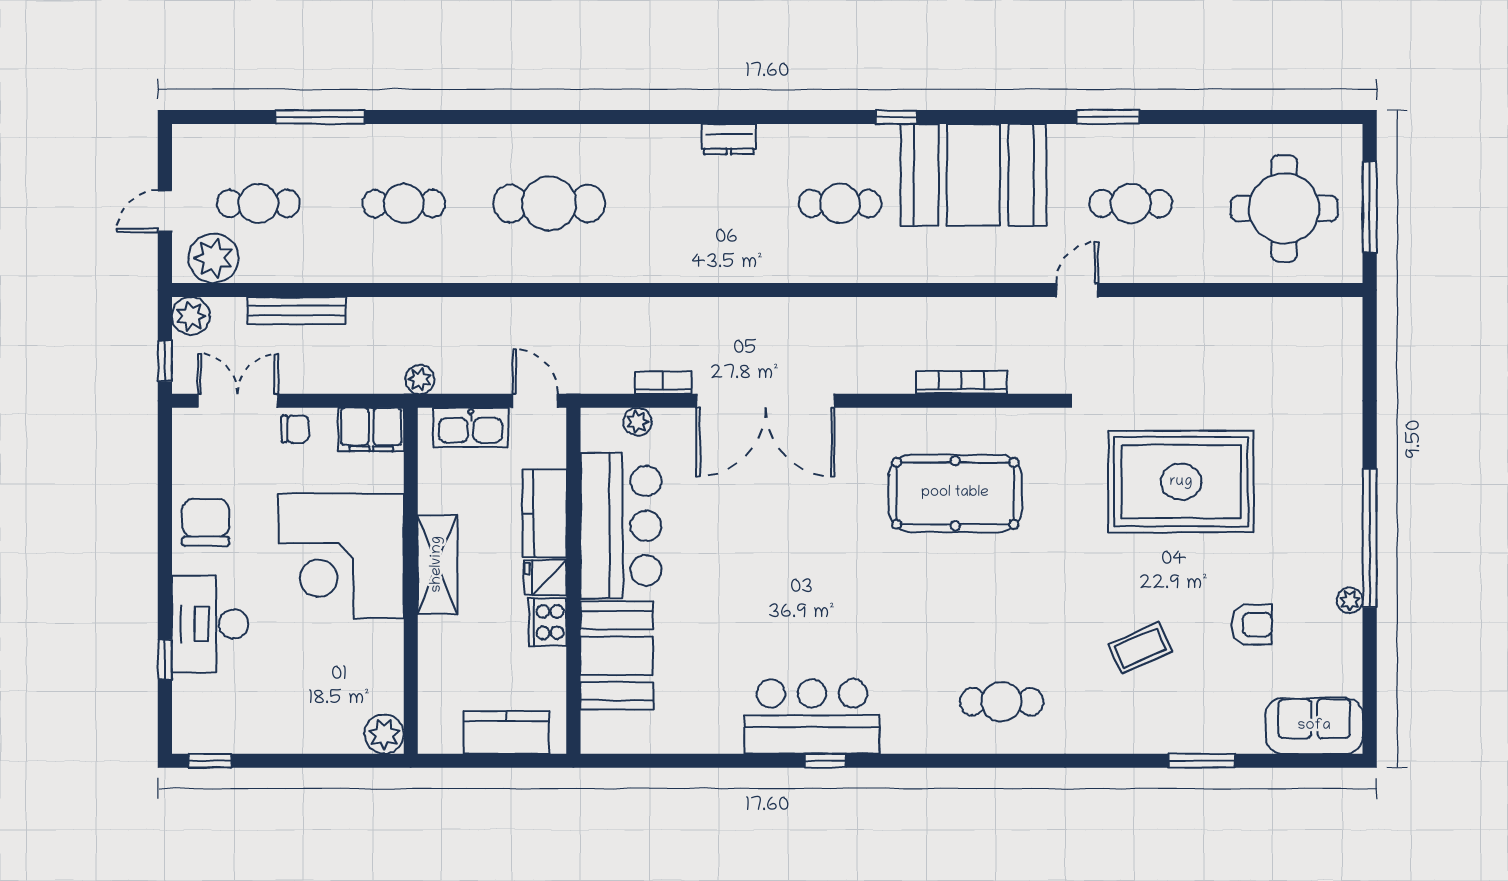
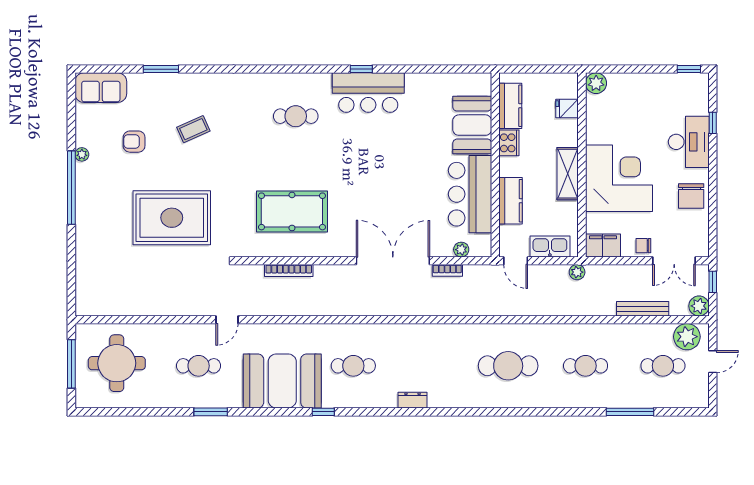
fridge: (546, 578) -> (567, 109), moved, turned 180
cafe table: (1001, 702) -> (296, 116), moved
kitchen counter: (506, 733) -> (510, 106), moved, turned -90

